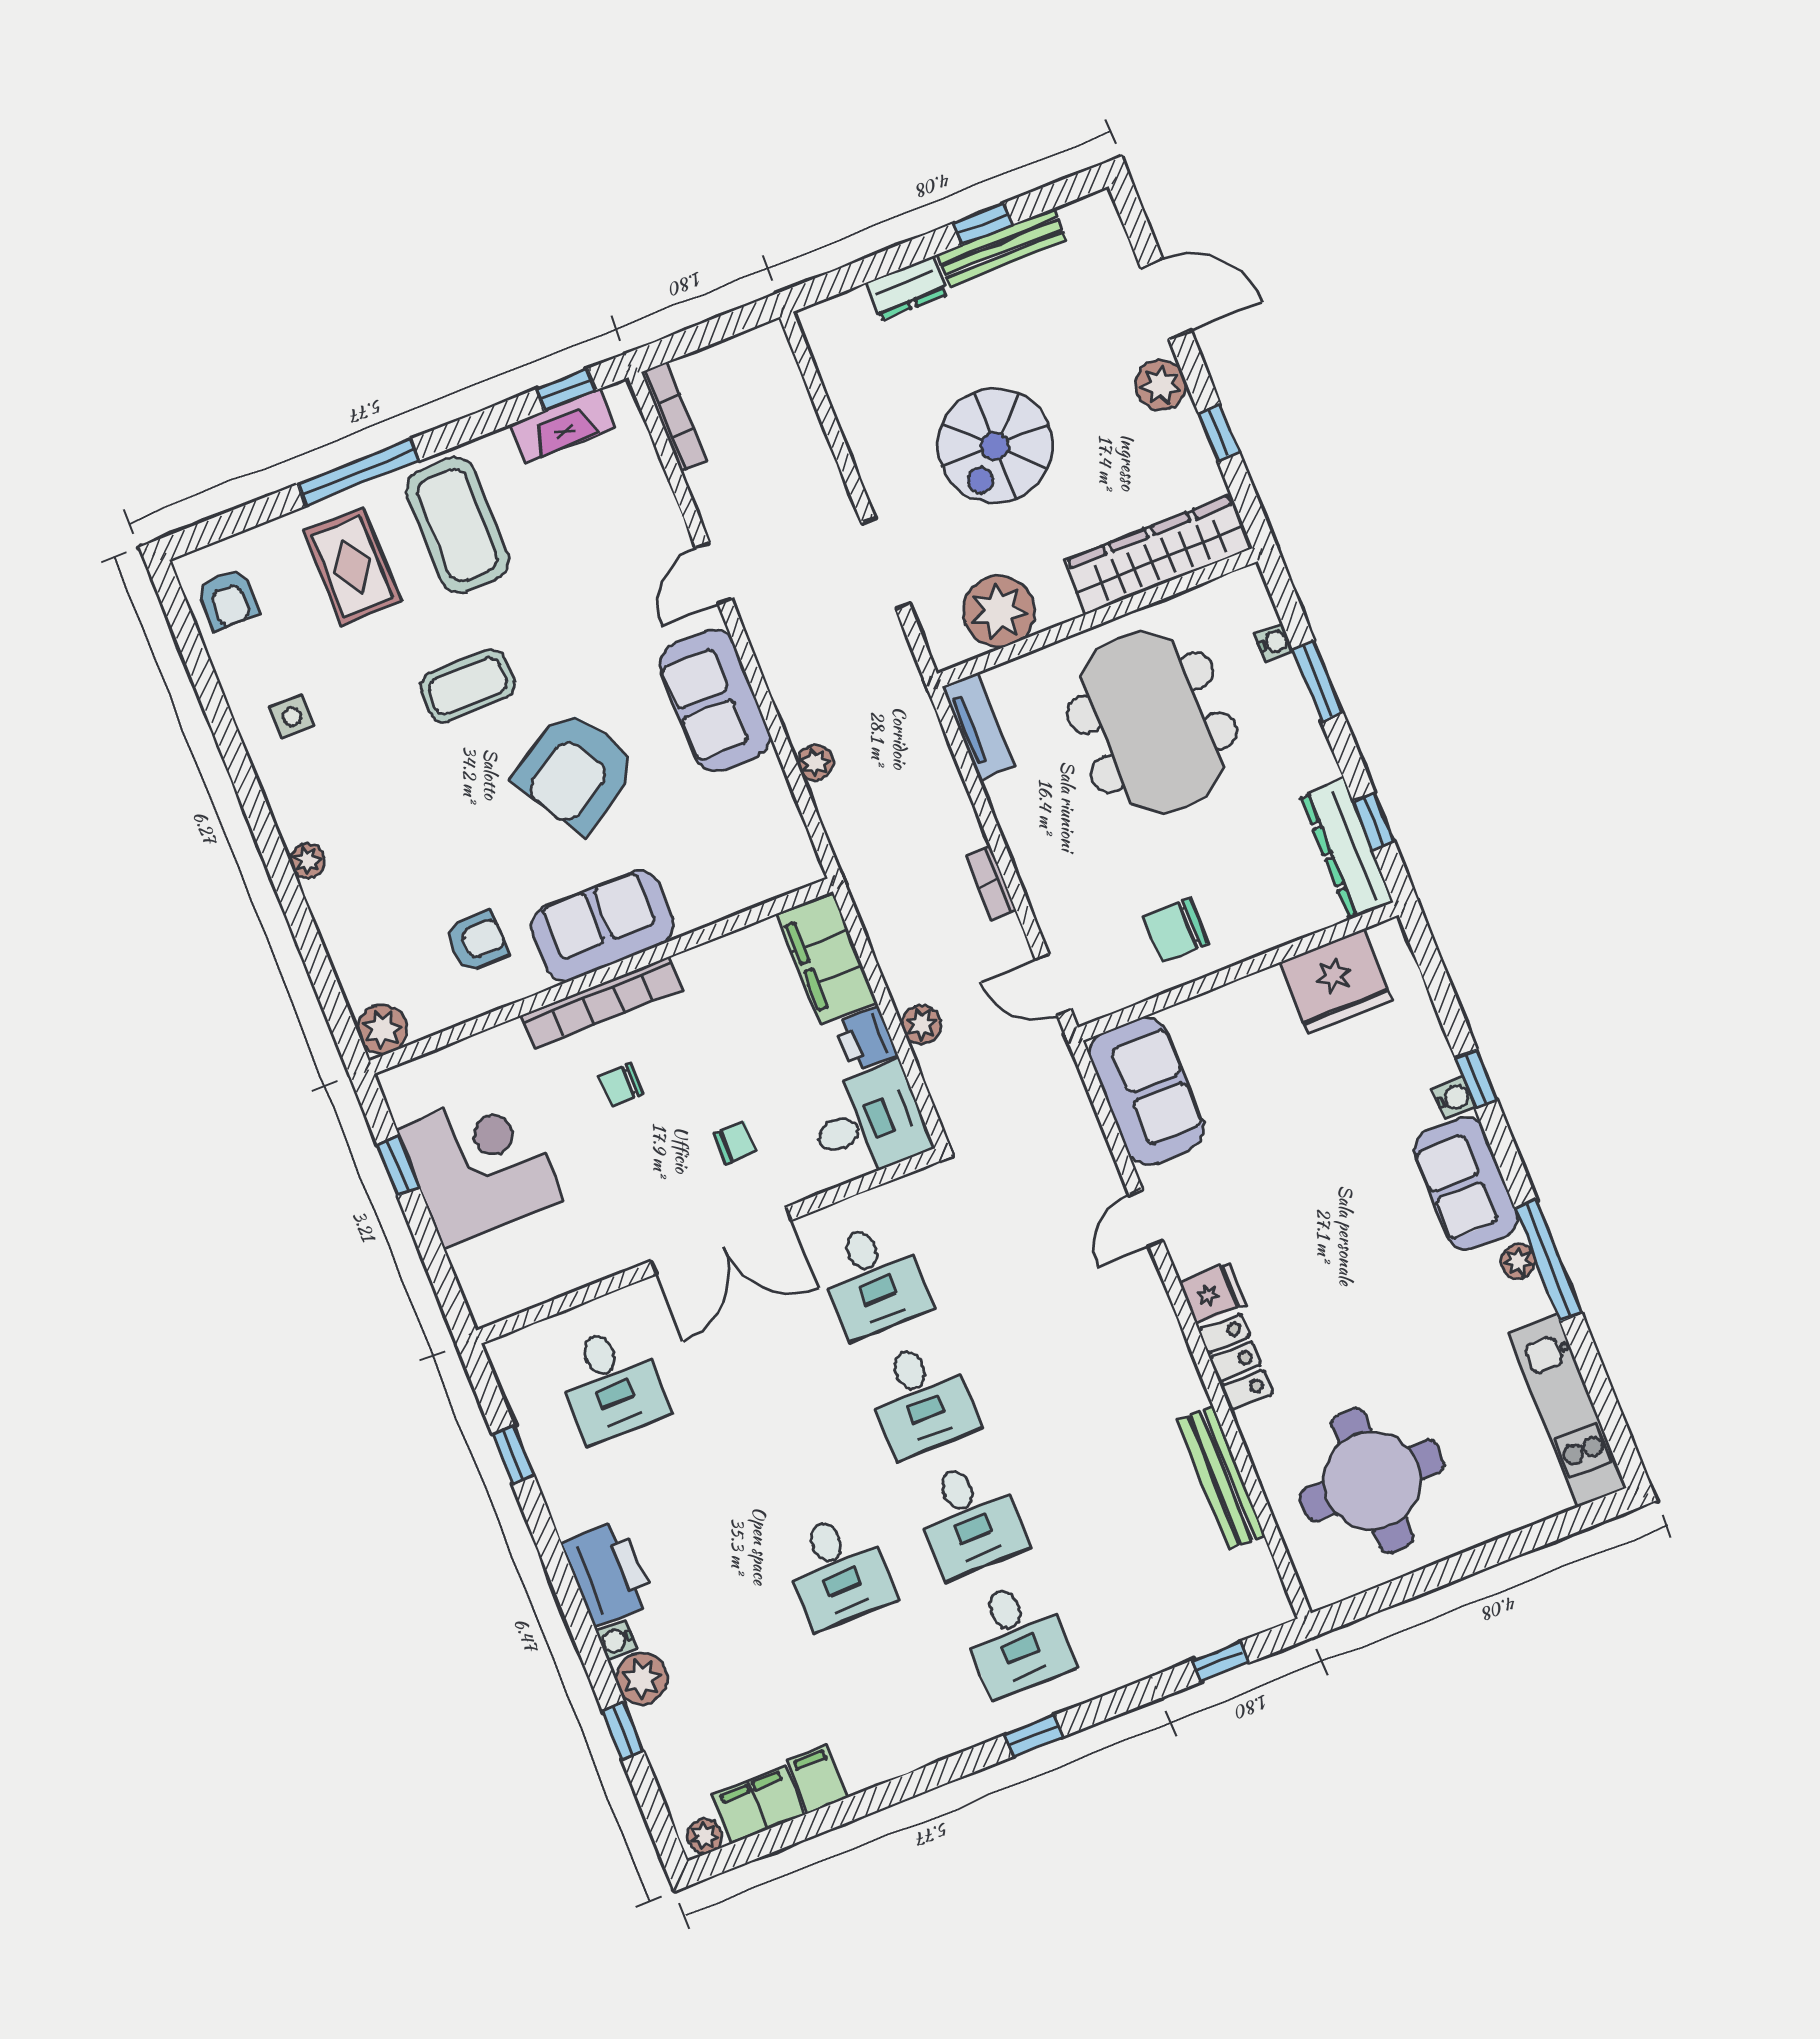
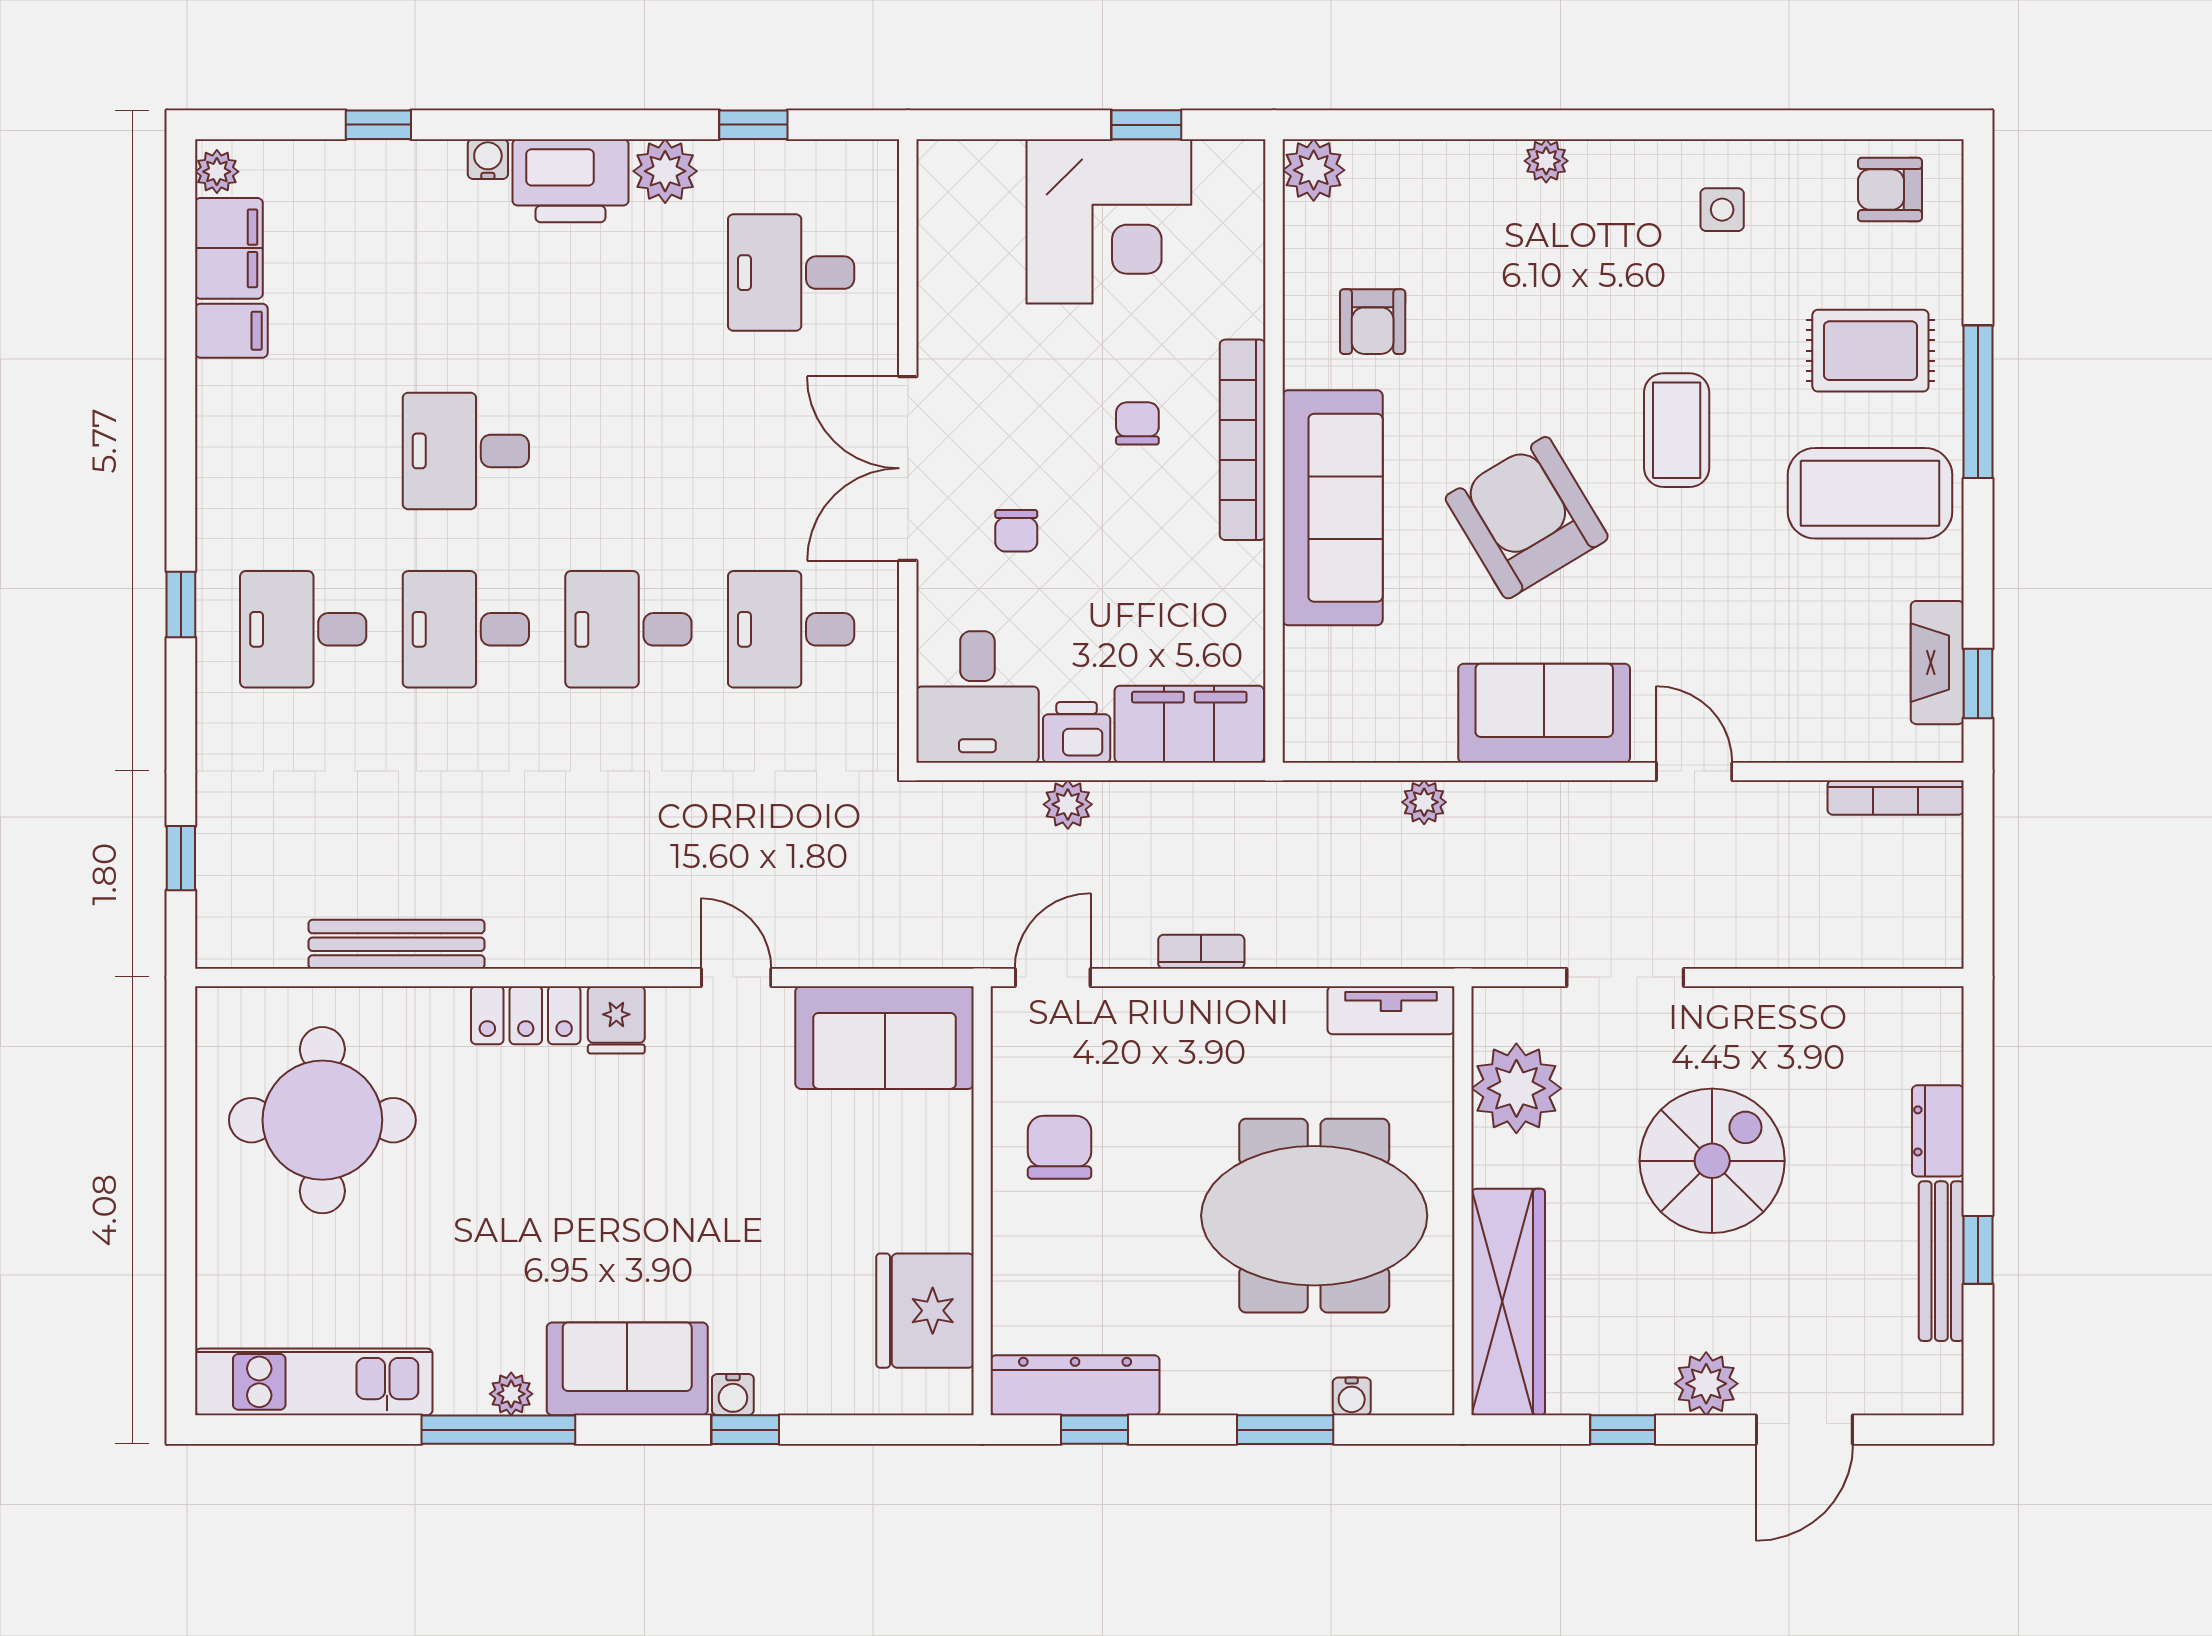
spiral stairs: (995, 446) -> (1712, 1161), turned 90
sofa: (603, 926) -> (1333, 508), width x1.36
plant: (642, 1678) -> (665, 171), moved

